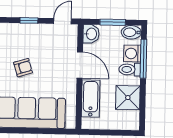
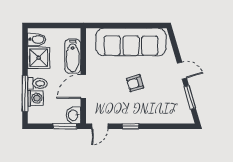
window: (113, 22) -> (65, 126), moved
bidet: (131, 32) -> (37, 39), moved
door: (80, 65) -> (83, 87), hinge flipped

